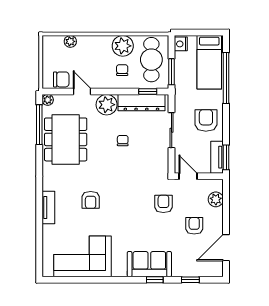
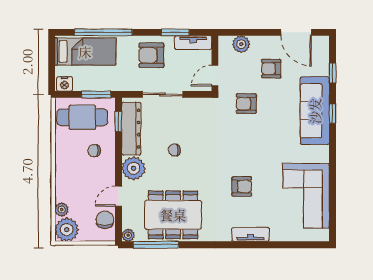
plant: (123, 46) -> (67, 230), moved
window: (226, 157) -> (175, 32), moved
sofa: (149, 264) -> (315, 111), width x1.36

